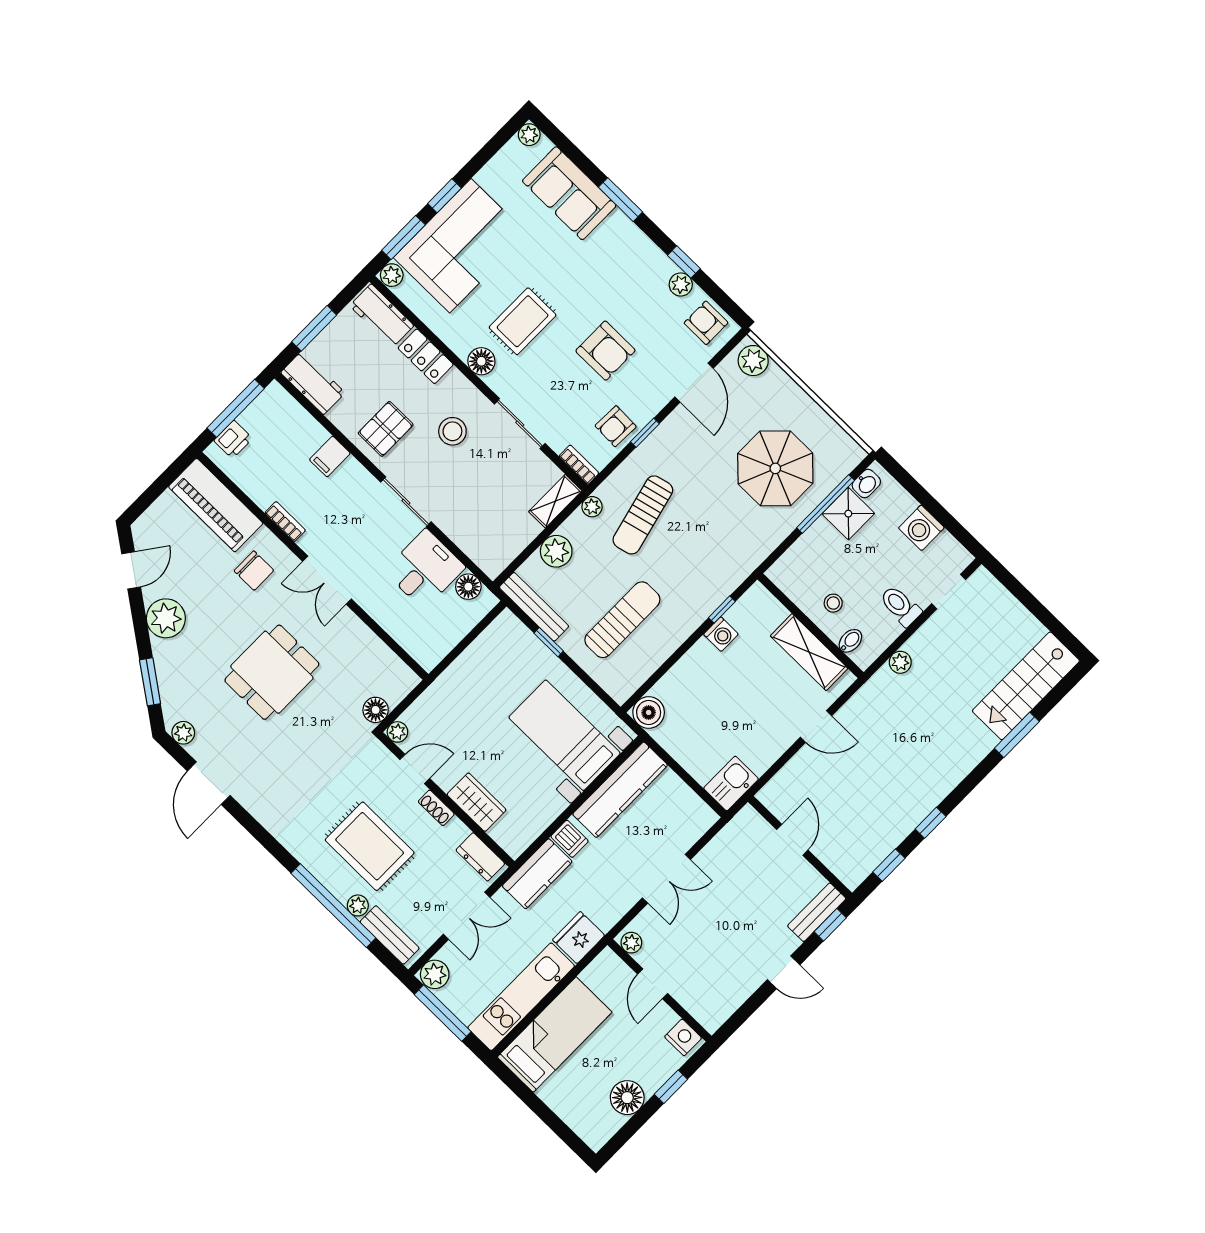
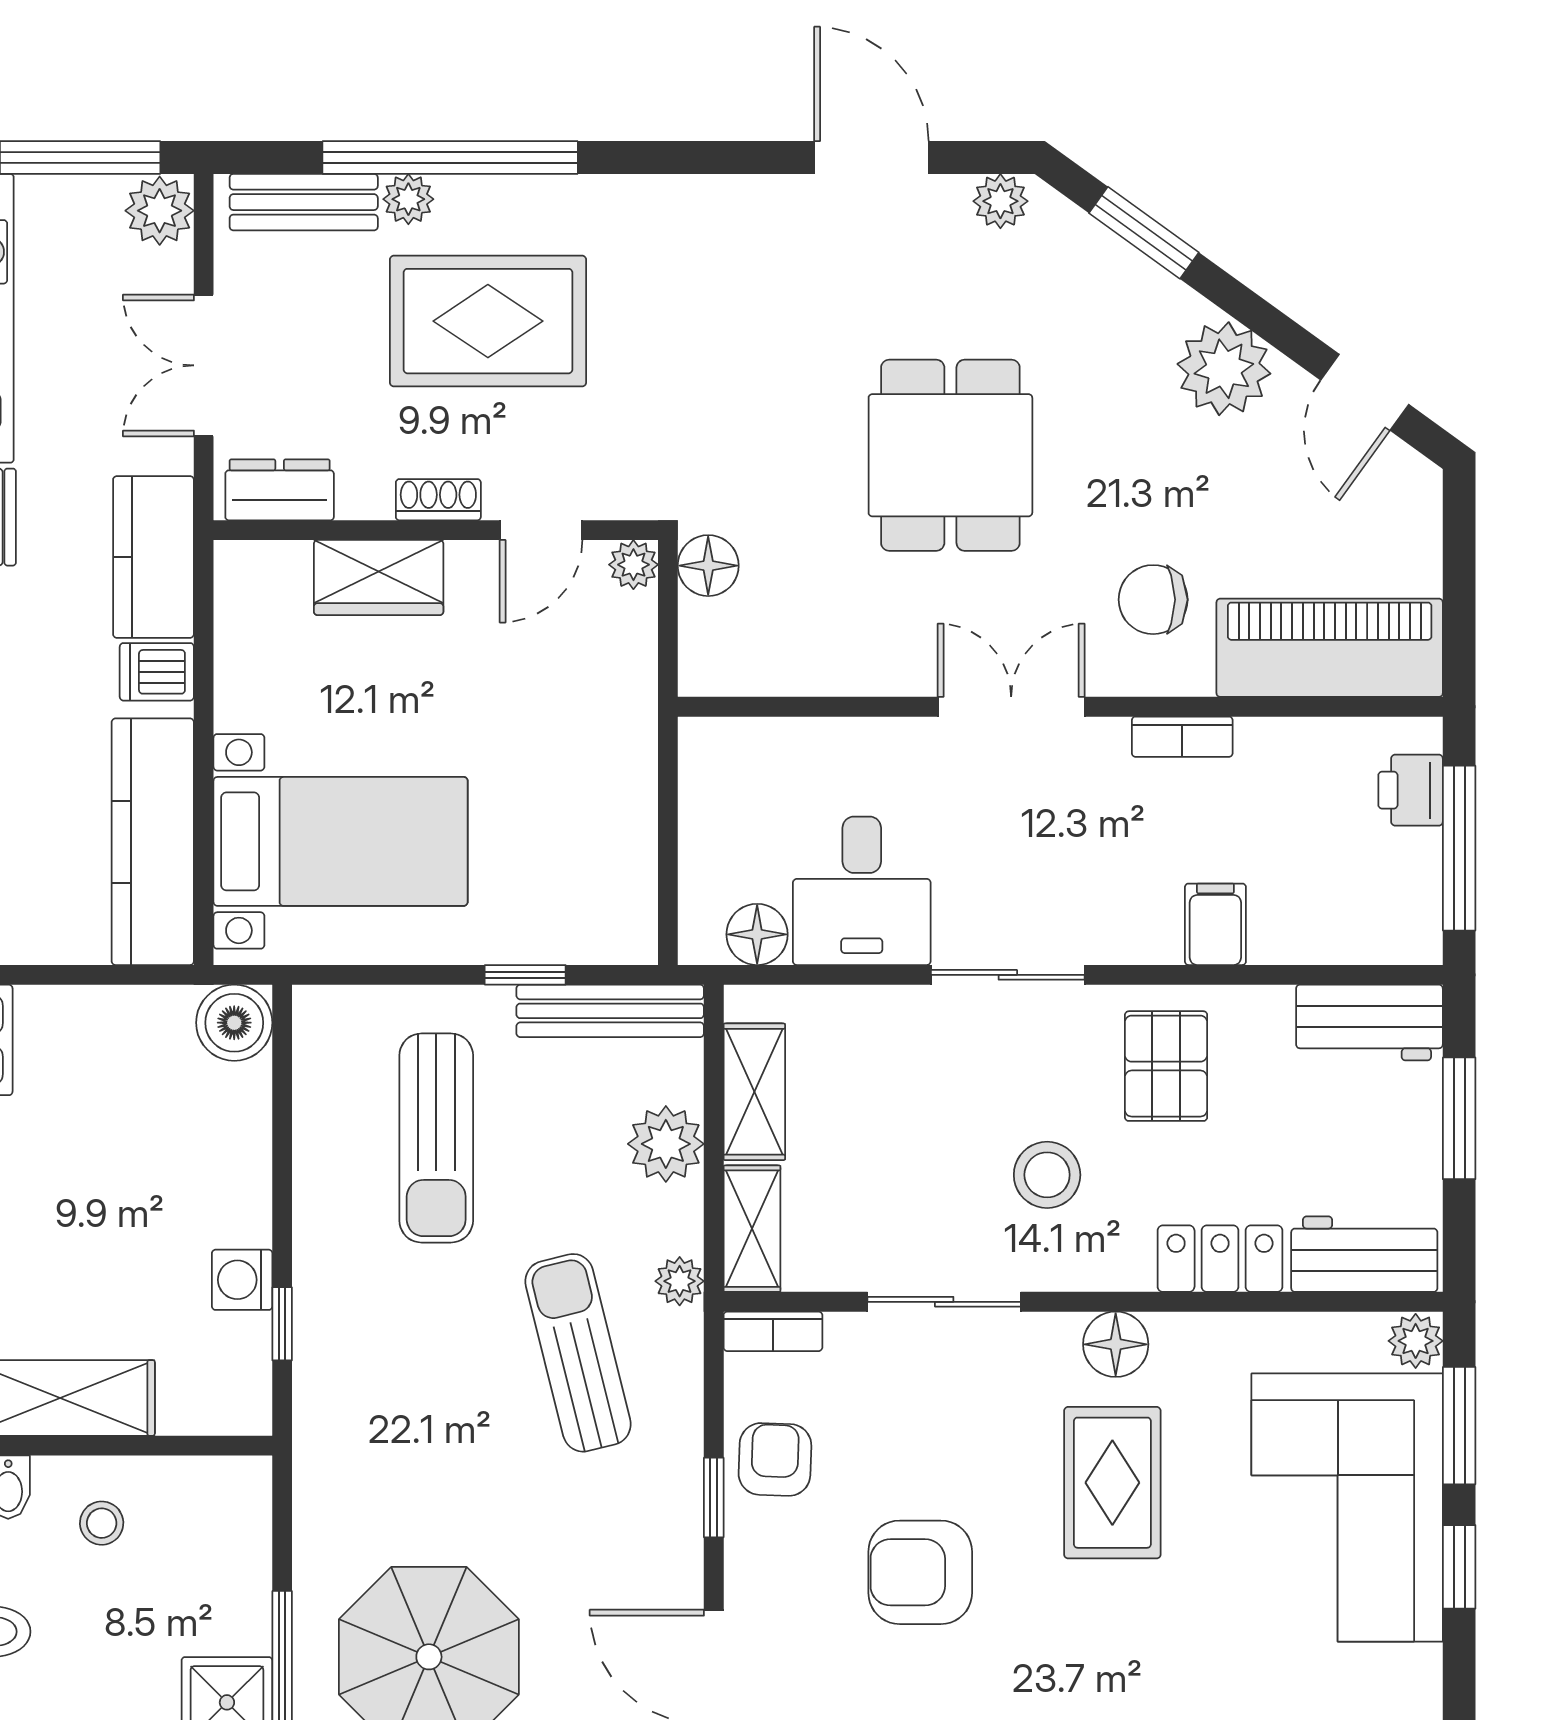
shelving: (515, 541) -> (754, 1092), added

